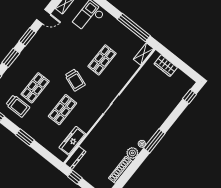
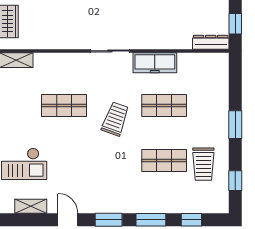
trolley: (18, 106) -> (203, 164), turned 180
freezer: (72, 141) -> (155, 63), moved

